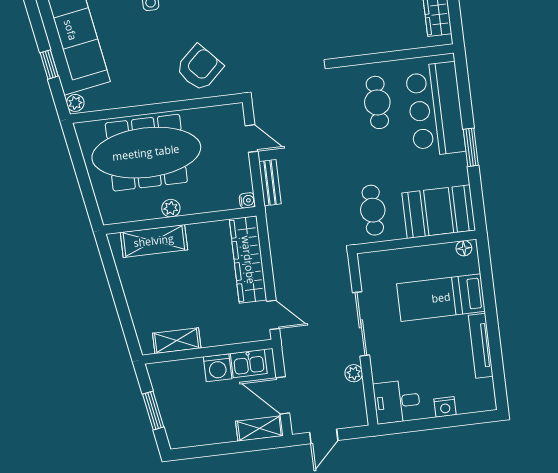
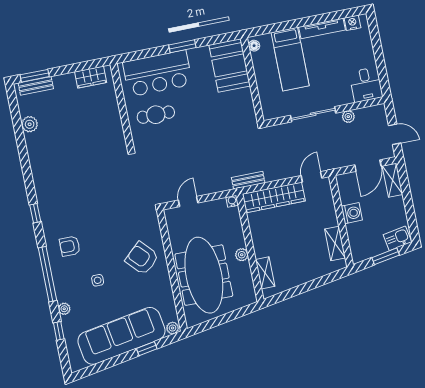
armchair: (199, 68) -> (142, 258), moved
bench: (270, 183) -> (248, 180), moved
cafe table: (373, 210) -> (232, 112), removed
shelving: (154, 241) -> (265, 273), width x0.67, depth x0.75
kitchen sink: (249, 364) -> (397, 238), moved, turned -100
nightstand: (445, 407) -> (352, 23), moved, turned -90

